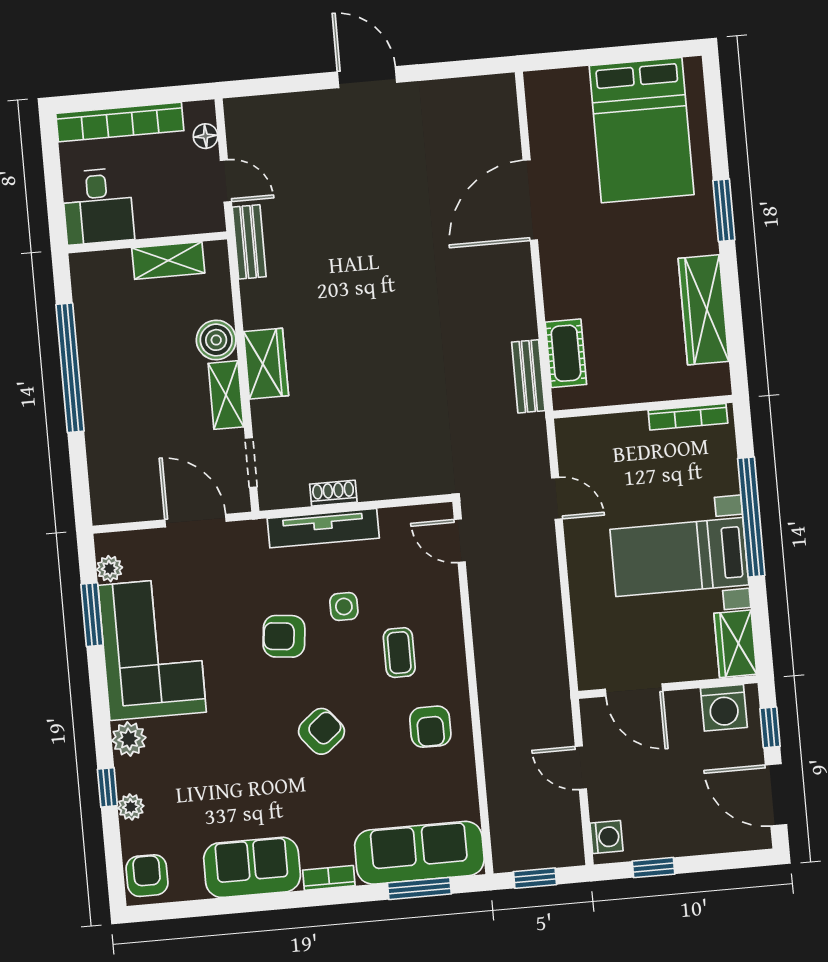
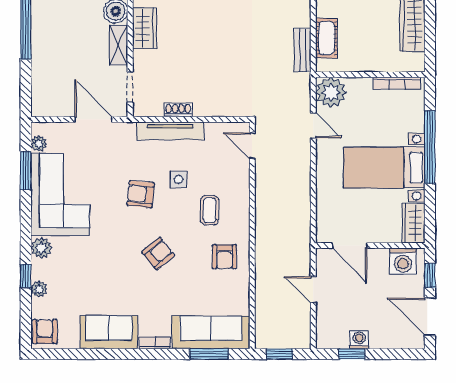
plant: (581, 441) -> (331, 92), added
washing machine: (606, 837) -> (359, 340), moved, turned -90

